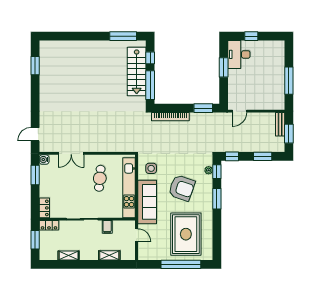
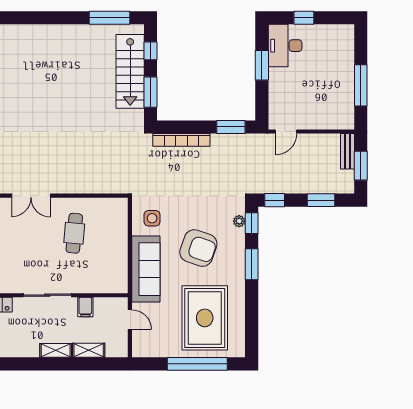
window: (150, 85) -> (150, 92), width x0.69
kitchen unit: (129, 188) -> (119, 248), removed
shelving: (69, 256) -> (56, 350), moved

